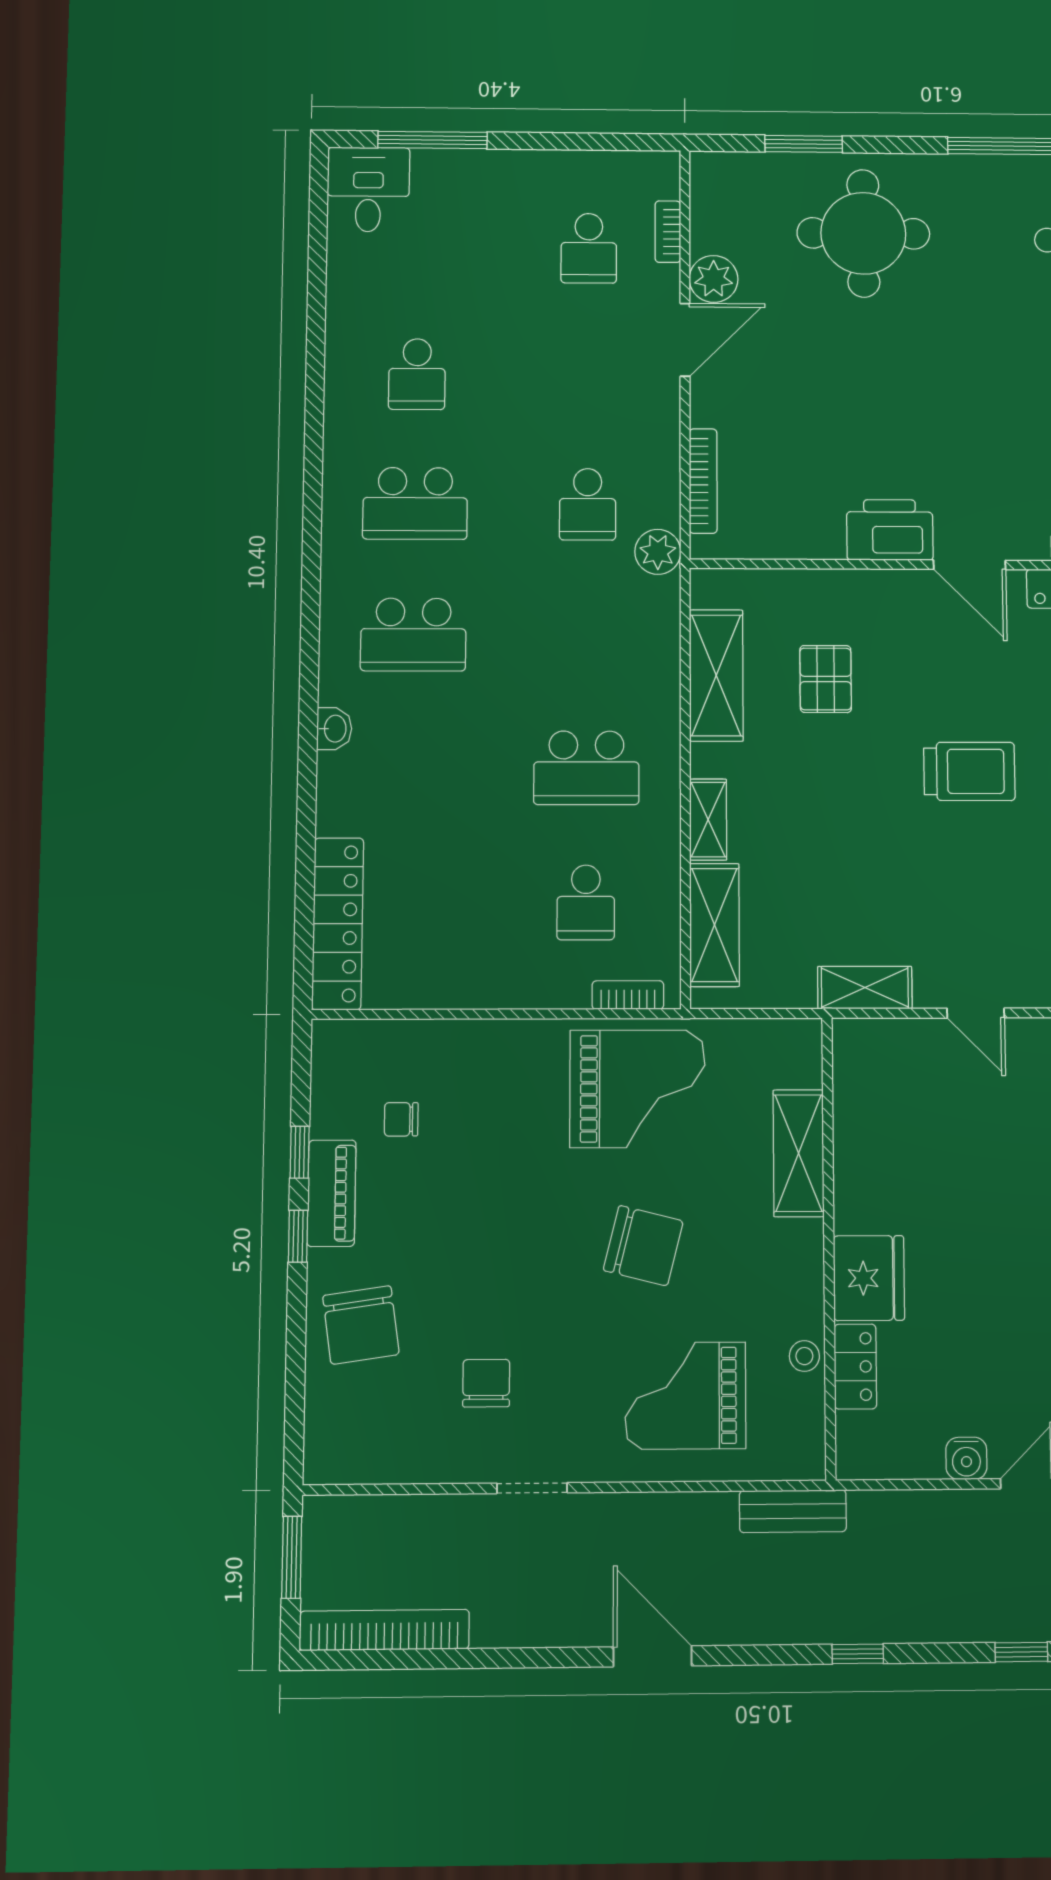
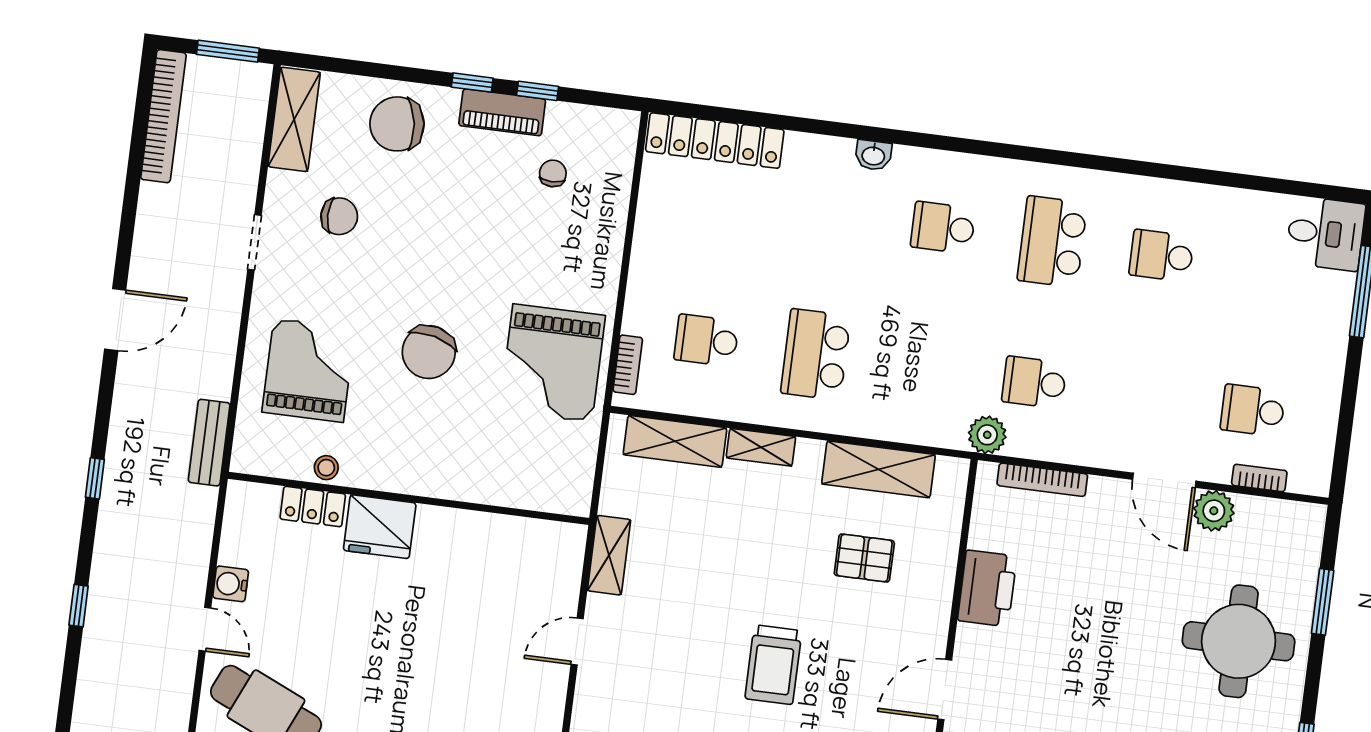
printer: (890, 530) -> (987, 588), moved
school desk: (413, 635) -> (943, 228), width x0.54
shelving: (799, 1153) -> (294, 119), moved, turned 90

